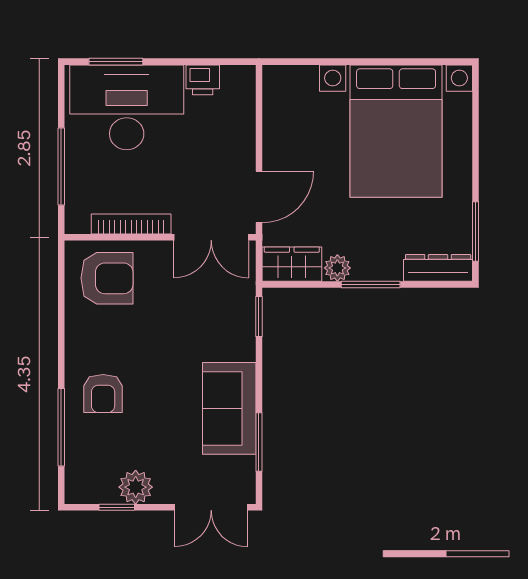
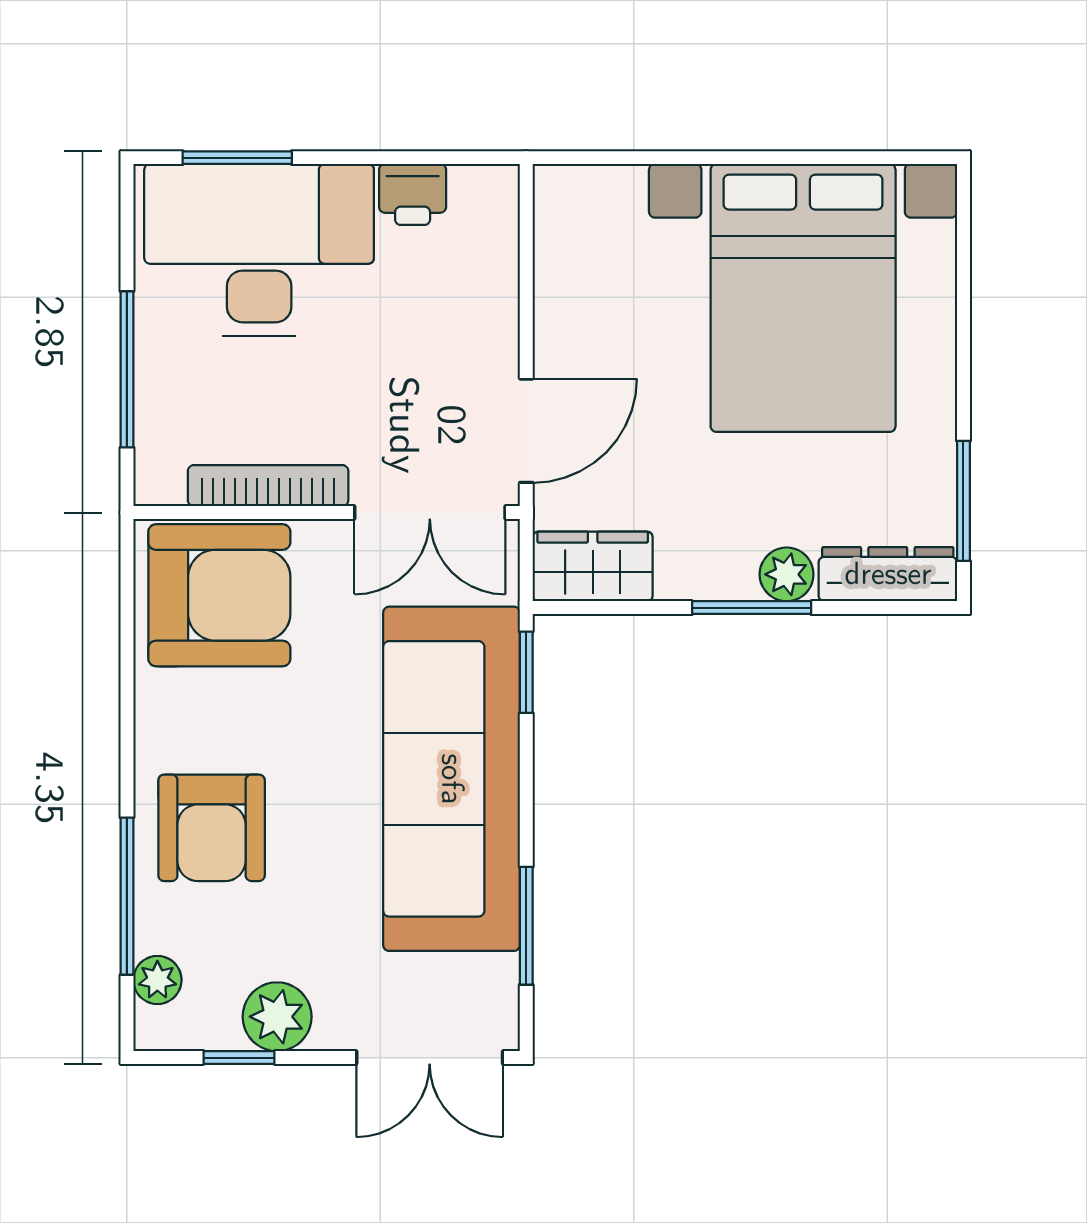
plant: (337, 268) -> (787, 574), moved
armchair: (107, 278) -> (219, 595), width x1.36, depth x1.36
armchair: (103, 393) -> (212, 828), width x1.38, depth x1.38
sofa: (229, 408) -> (452, 779), width x1.85, depth x1.27
plant: (76, 469) -> (157, 980), added

